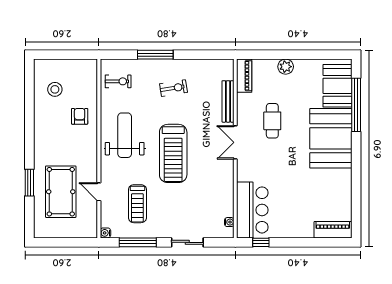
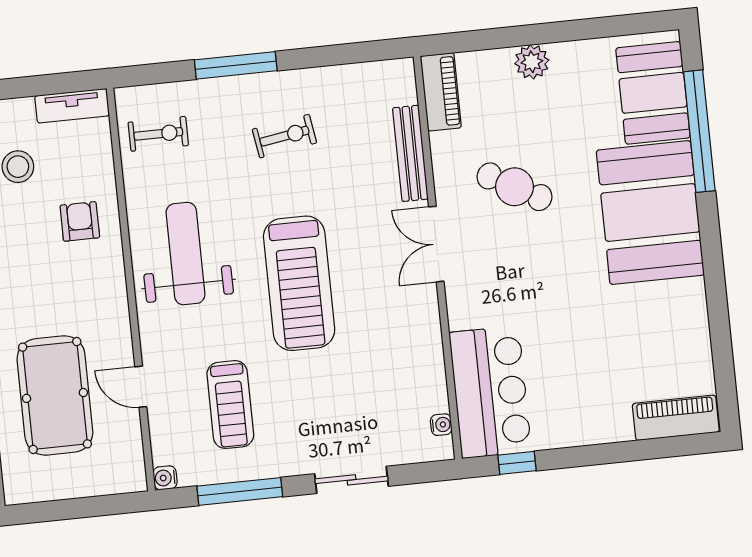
tv unit: (81, 65) -> (72, 106), added
cafe table: (272, 121) -> (515, 187), turned -61

